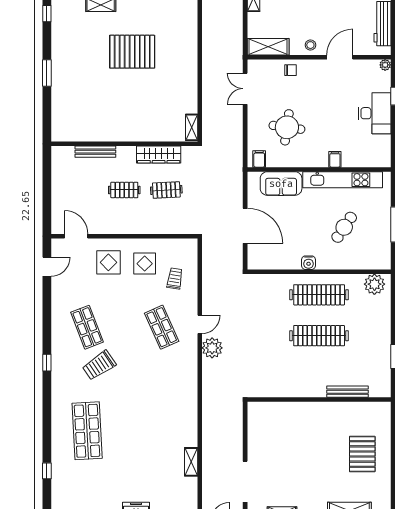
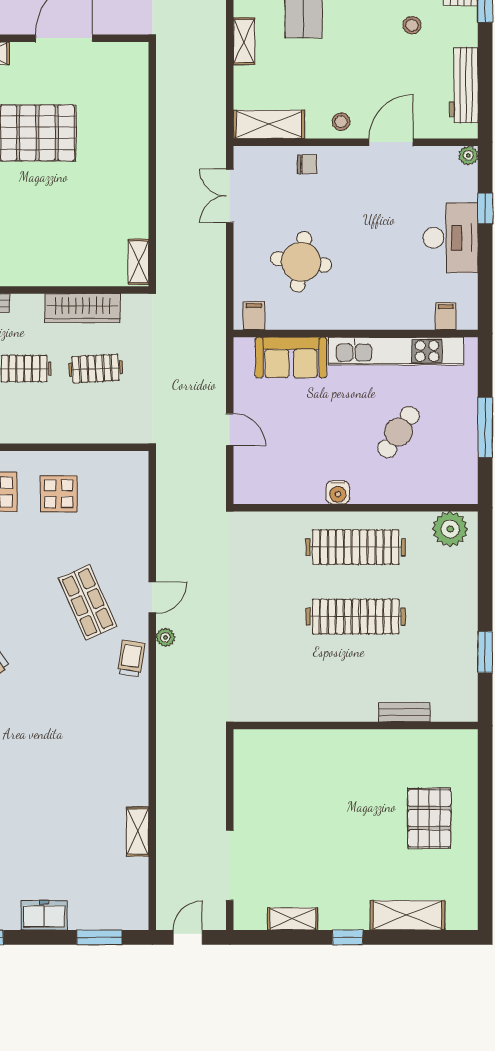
filing cabinet: (335, 159) -> (446, 316), moved
door: (245, 226) -> (230, 430), width x0.53
trolley: (175, 278) -> (131, 658), moved
plant: (212, 348) -> (165, 637), width x0.53, depth x0.53
bench: (347, 392) -> (404, 712), width x0.73

